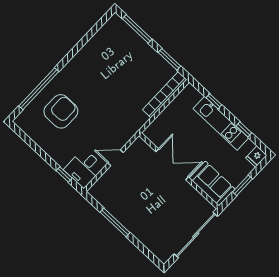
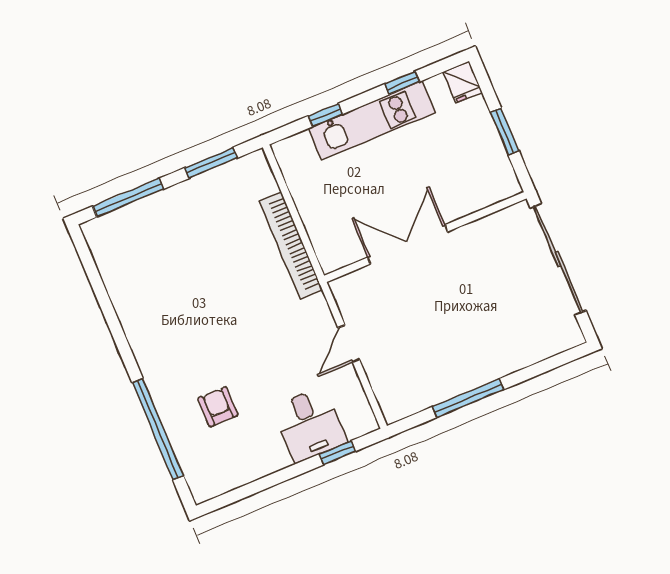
bookcase: (165, 95) -> (291, 245), moved
armchair: (61, 111) -> (218, 407), width x0.53, depth x0.53
desk: (84, 168) -> (310, 425), moved
sofa: (212, 184) -> (476, 186), removed

